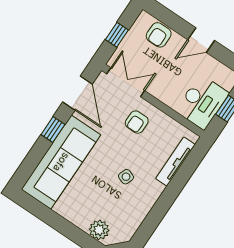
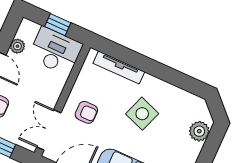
plant: (213, 65) -> (17, 46), added
side table: (126, 177) -> (142, 114), width x1.87, depth x1.87

